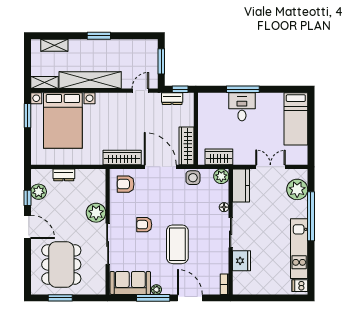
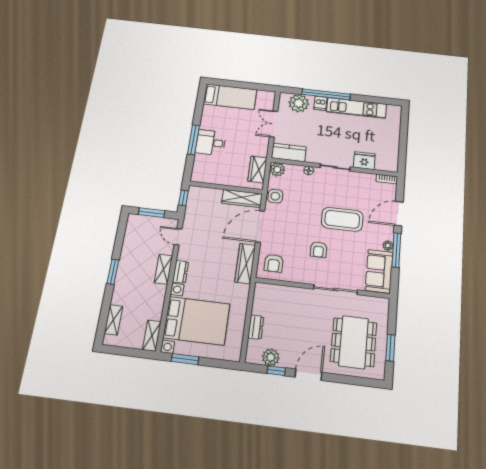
shelving: (90, 80) -> (163, 269), width x0.45, depth x0.75
dresser: (172, 99) -> (181, 272), moved
plant: (96, 213) -> (301, 298), removed
dining table: (61, 264) -> (354, 342), turned 90
dishwasher: (300, 286) -> (320, 103), moved

